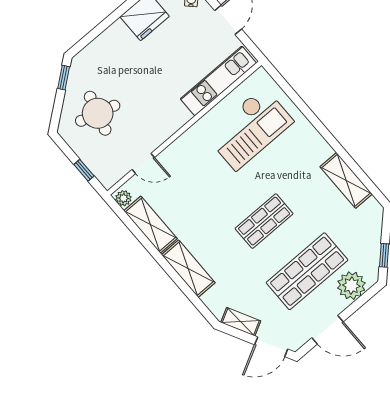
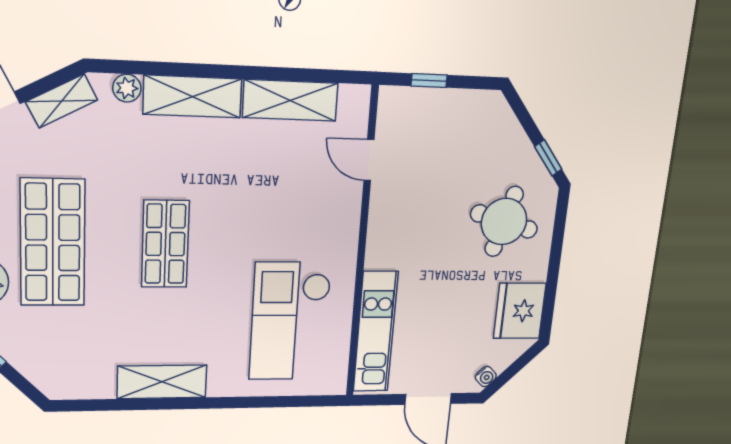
round table: (98, 113) -> (504, 222), moved
door: (143, 163) -> (369, 160), hinge flipped
shelving: (346, 180) -> (162, 382), moved
plant: (123, 198) -> (127, 88), moved

